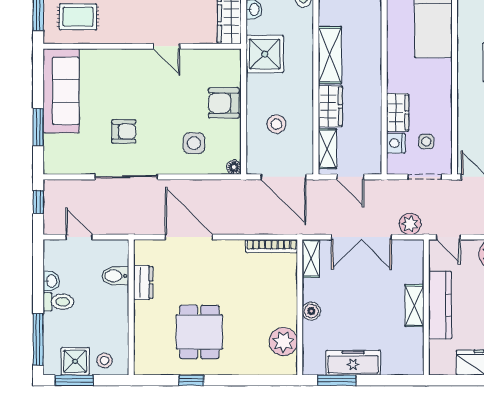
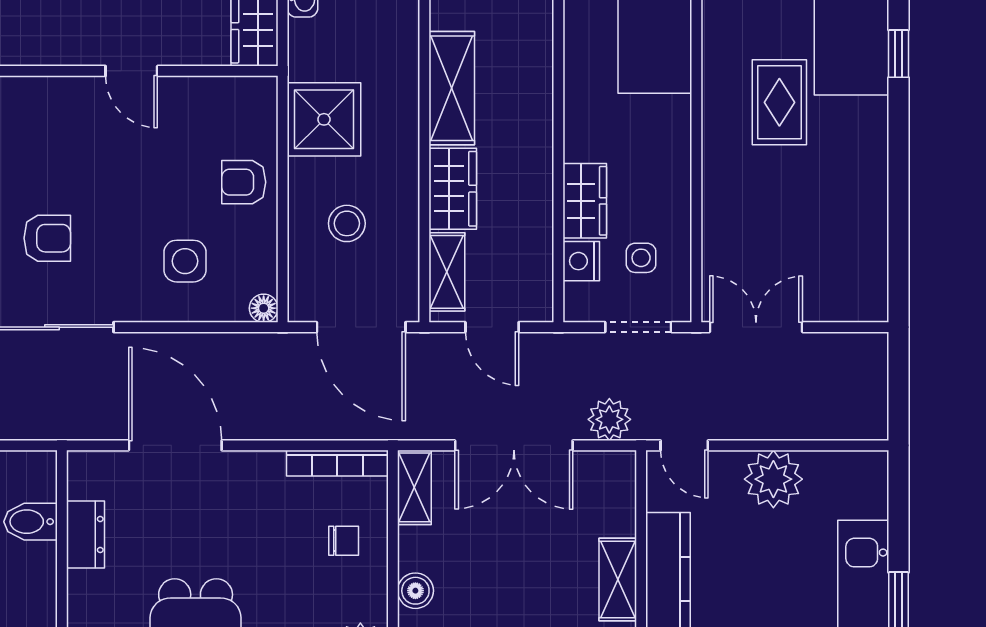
shower: (265, 54) -> (324, 119), moved
armchair: (224, 103) -> (244, 182), width x0.72, depth x0.72
chair: (275, 286) -> (344, 541), added

